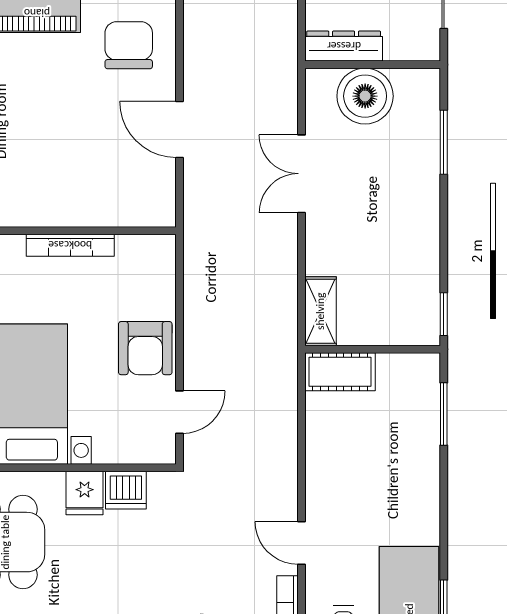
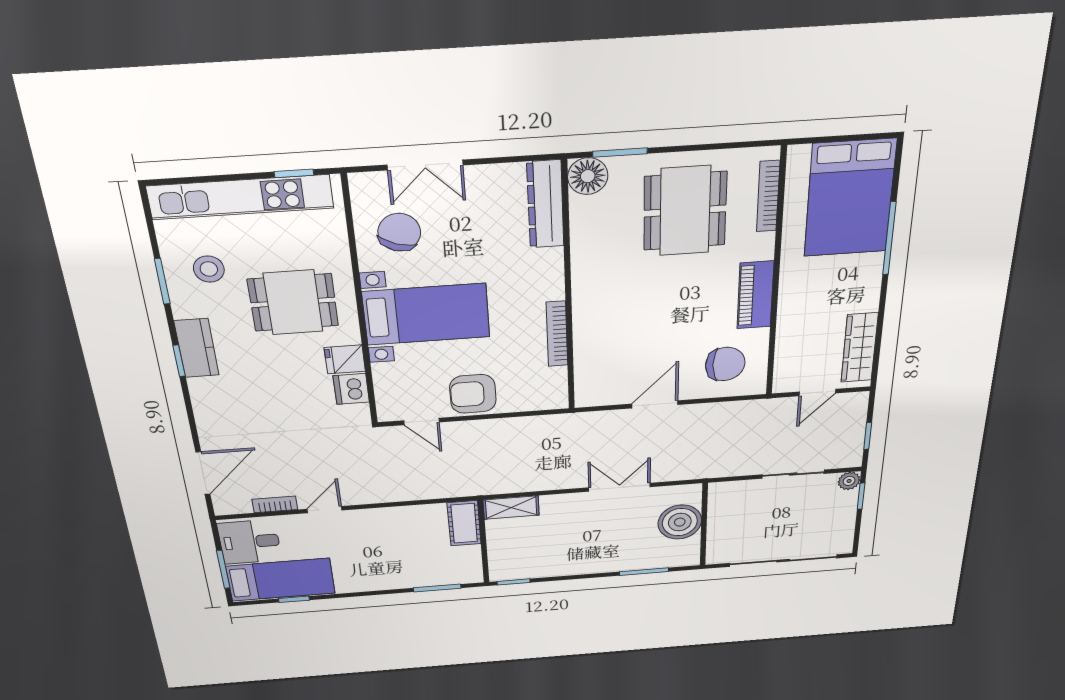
dresser: (344, 46) -> (719, 506), removed

